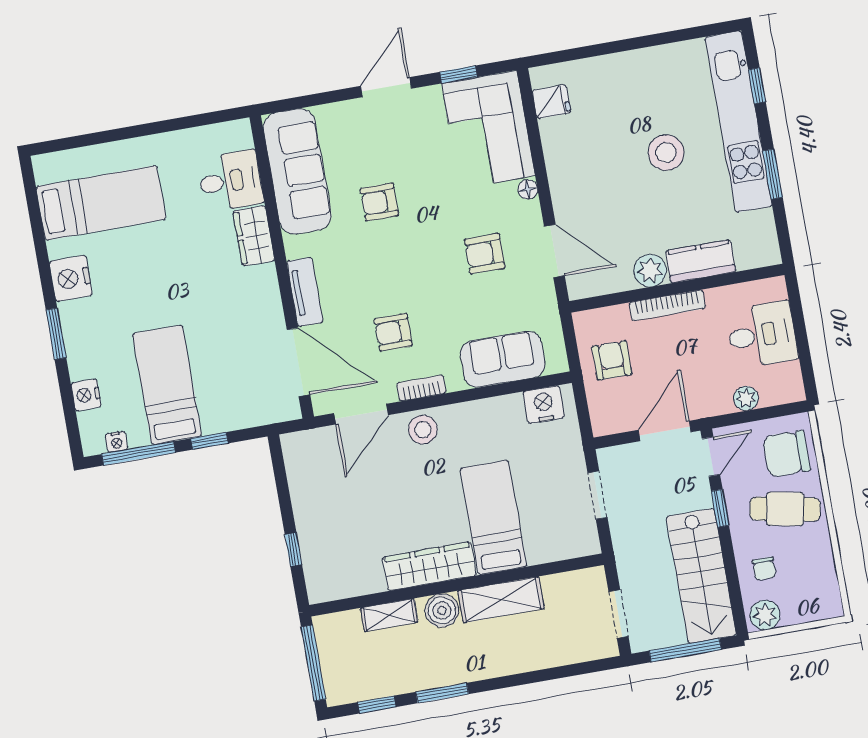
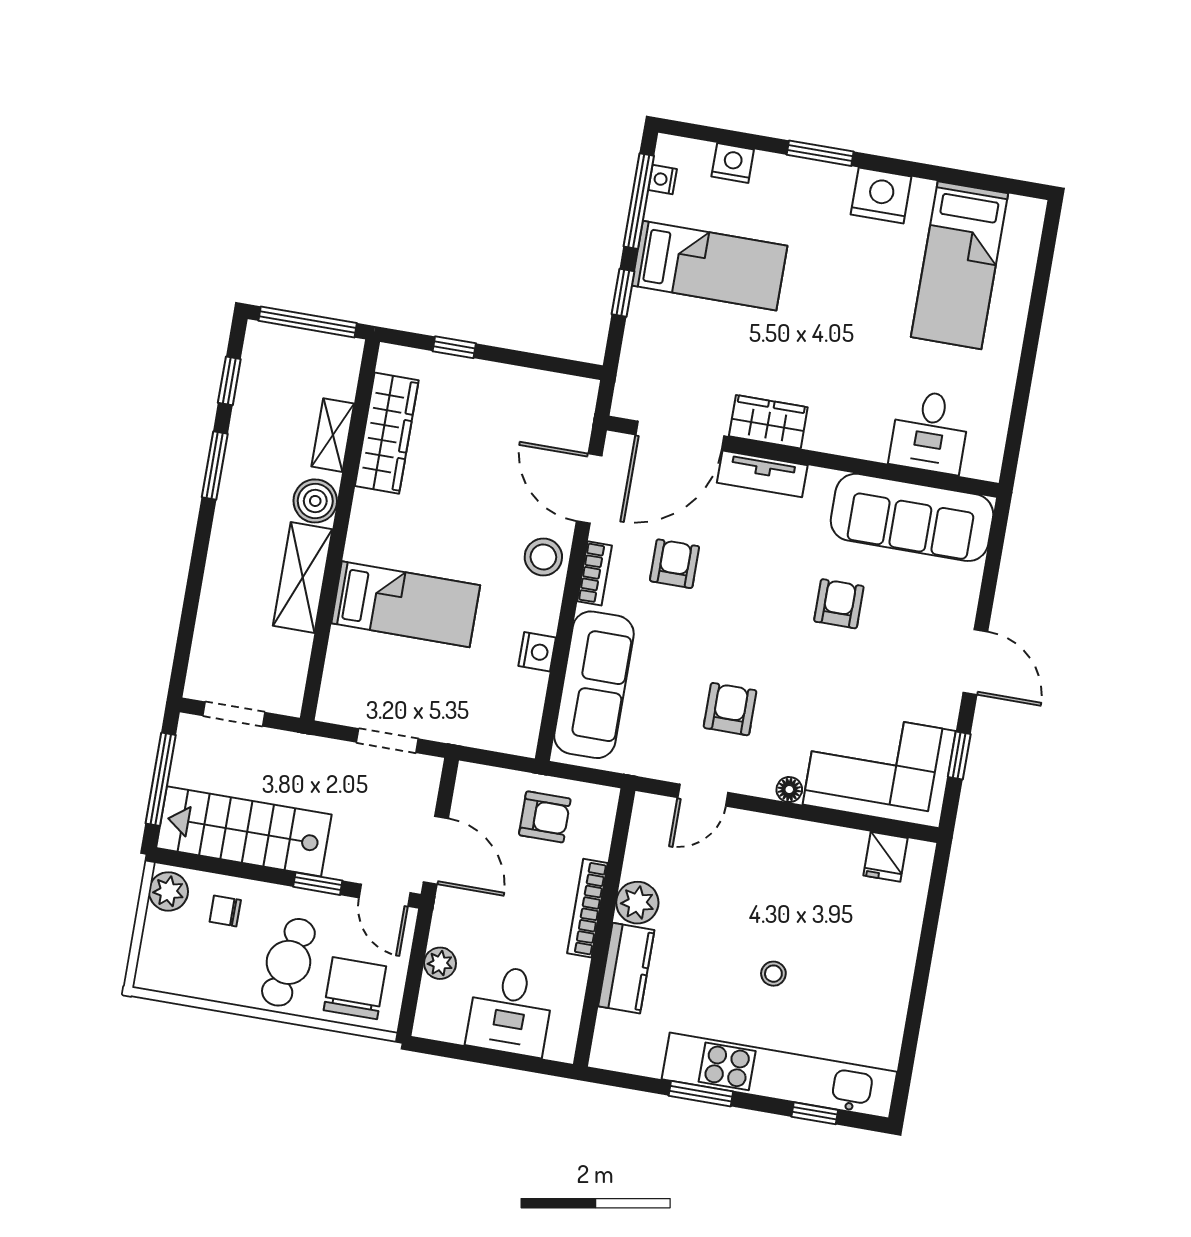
stool: (666, 153) -> (773, 974), width x0.53, depth x0.53
wardrobe: (254, 236) -> (768, 422), moved
door: (554, 251) -> (703, 795), width x0.73
sofa: (503, 359) -> (594, 685), width x1.36
nightstand: (544, 405) -> (537, 652), moved, width x0.74, depth x0.75
wardrobe: (429, 566) -> (387, 433), moved

